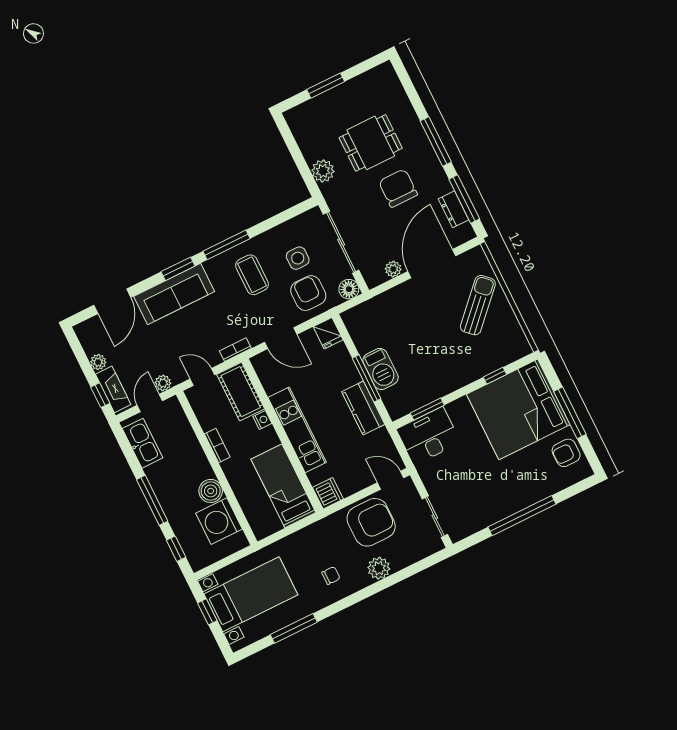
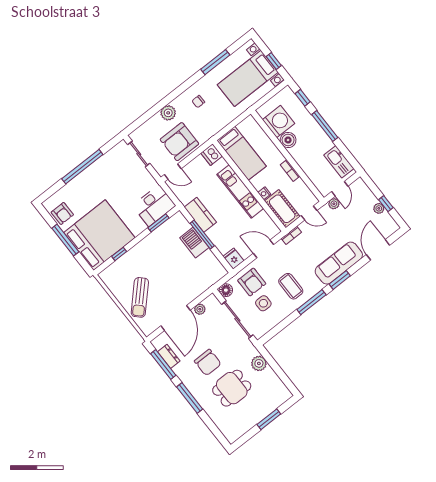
fireplace: (113, 389) -> (365, 193), removed
window: (100, 395) -> (386, 204), moved
armchair: (566, 453) -> (62, 213), turned 90

